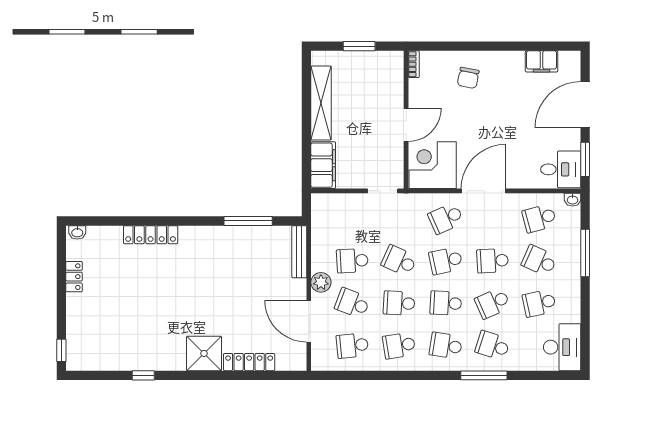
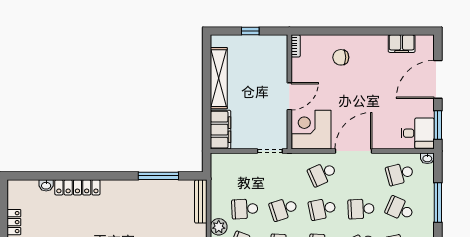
window: (359, 46) -> (250, 31), width x0.67
chair: (468, 78) -> (341, 57), turned 79
washbasin: (77, 232) -> (46, 185), moved
school desk: (399, 261) -> (283, 209), turned -42

